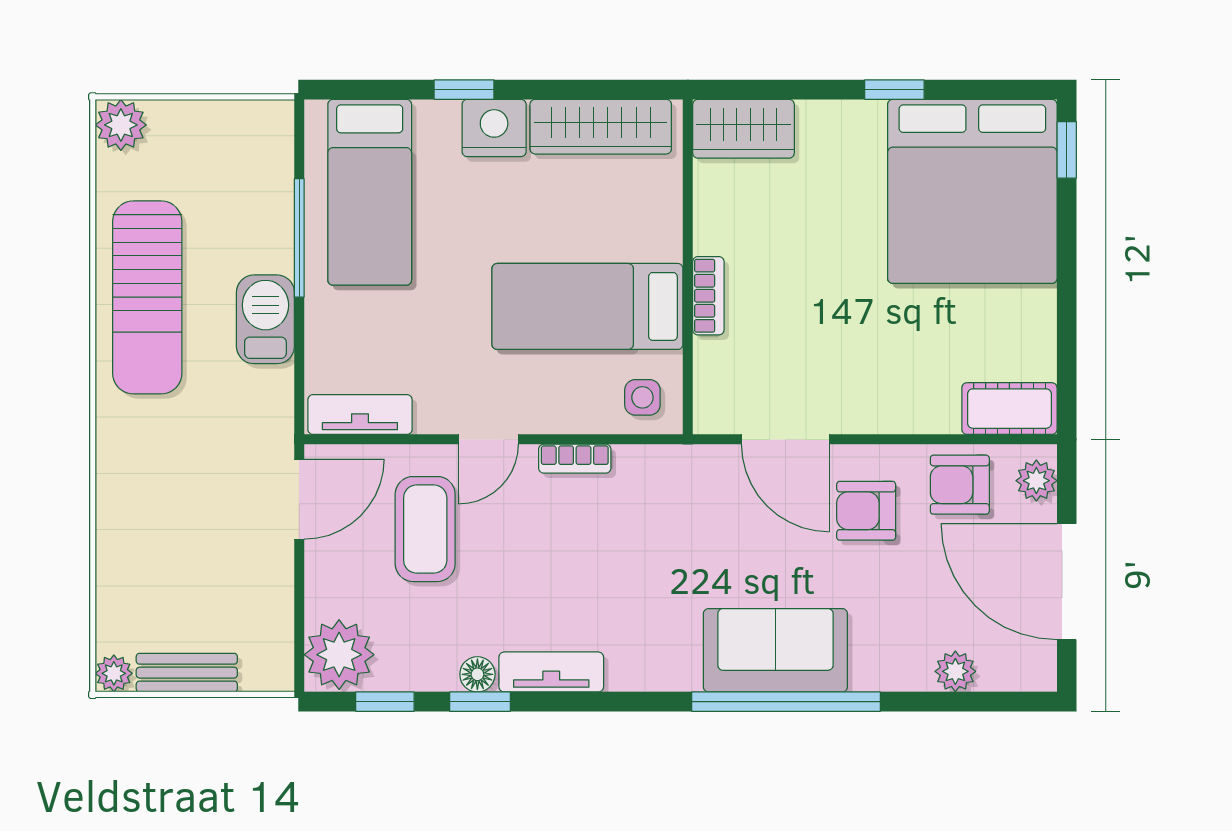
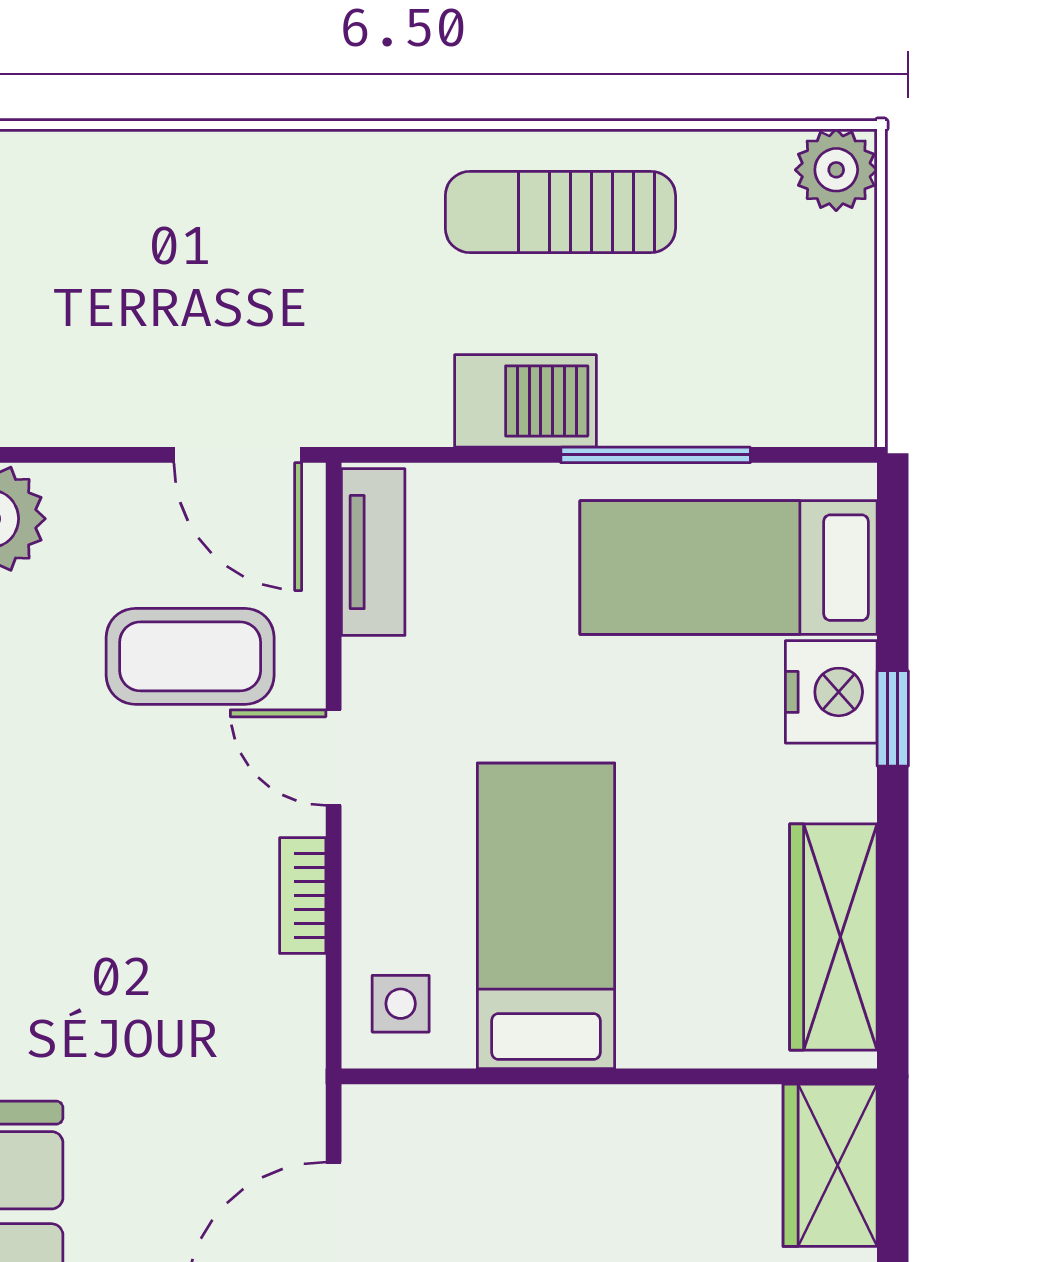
nightstand: (494, 128) -> (831, 692), moved
bookcase: (708, 296) -> (563, 1109), removed
sun lounger: (147, 297) -> (560, 212), width x0.73, depth x0.75

